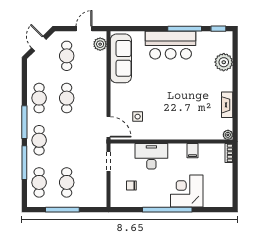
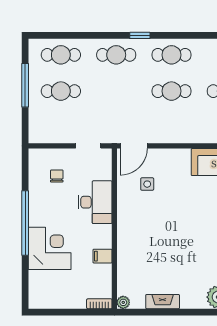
window: (24, 122) -> (140, 35), width x0.46
window: (24, 163) -> (87, 35), removed

